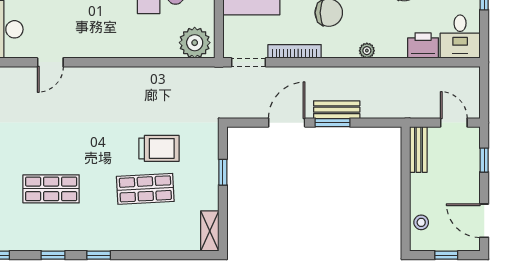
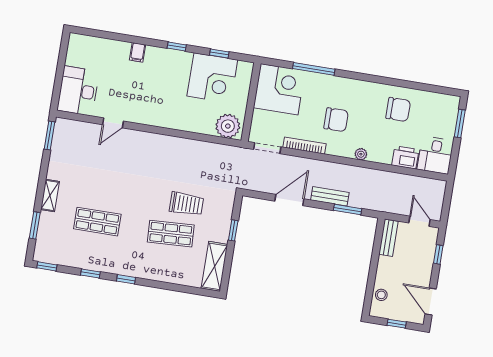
window: (333, 123) -> (348, 209), moved
shelving: (210, 231) -> (214, 266), width x1.50, depth x1.33

